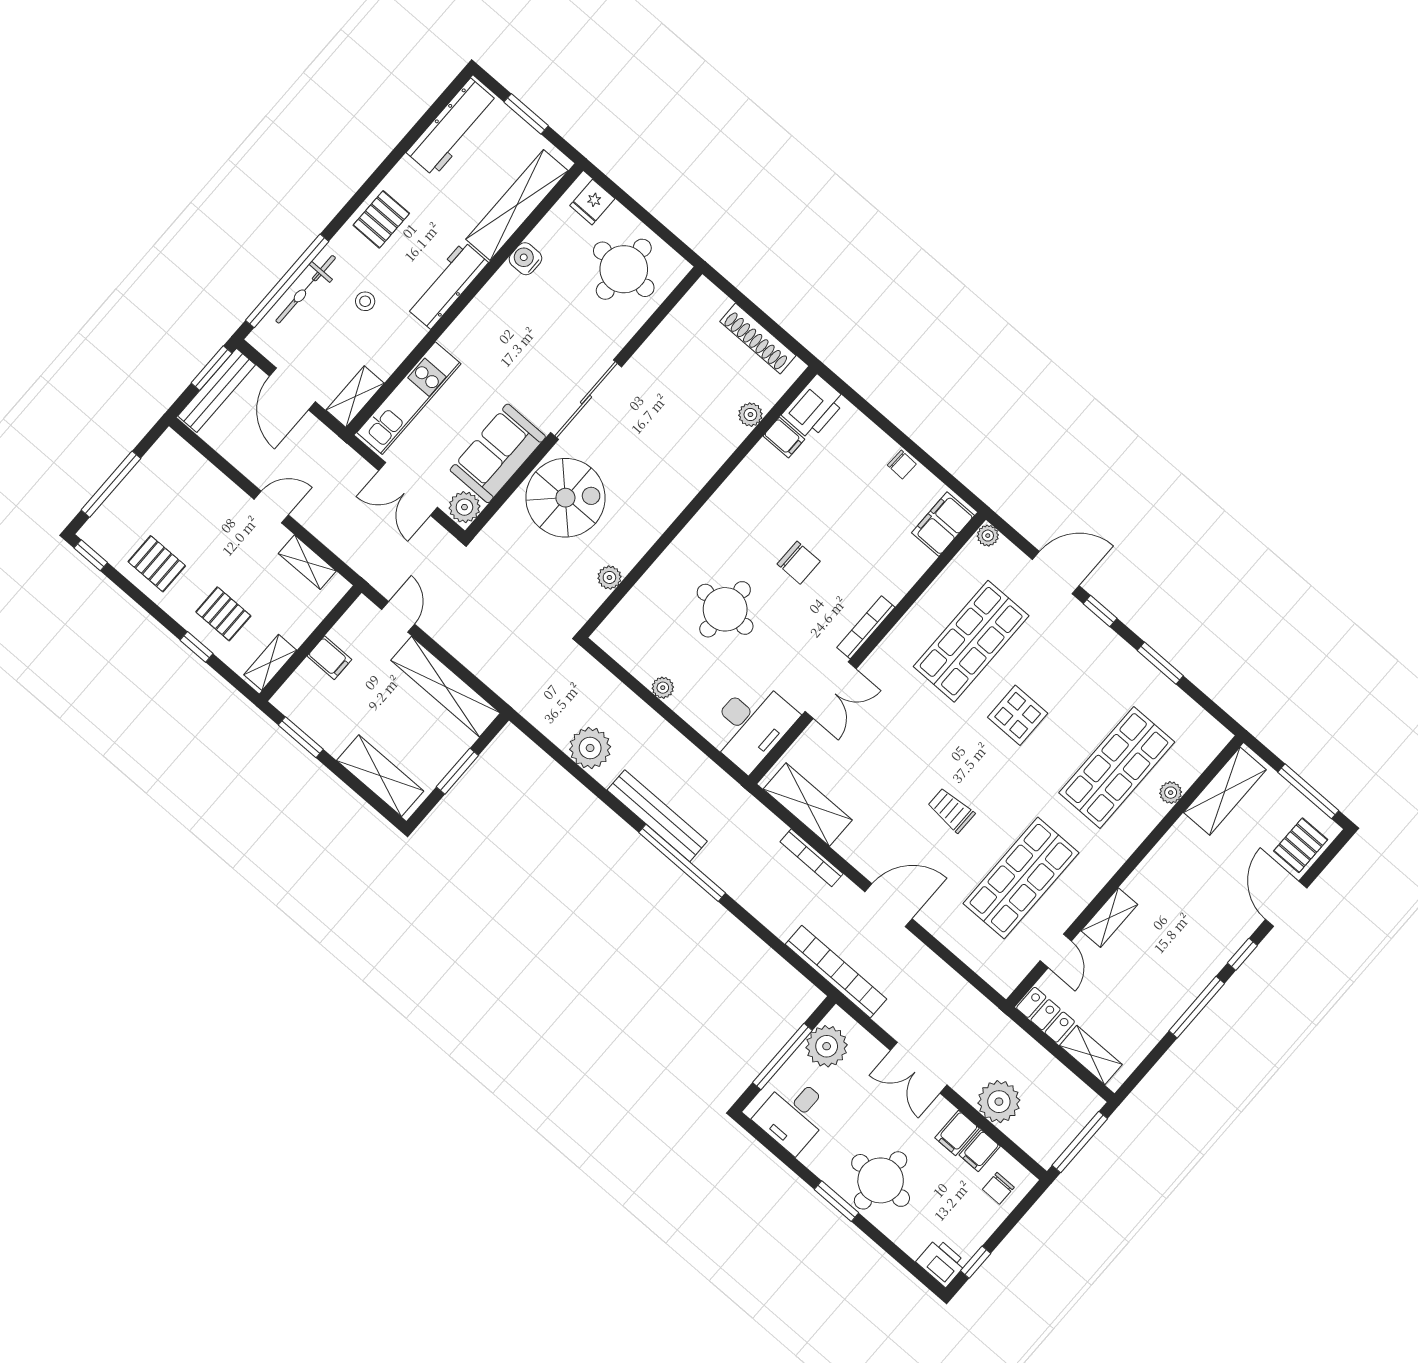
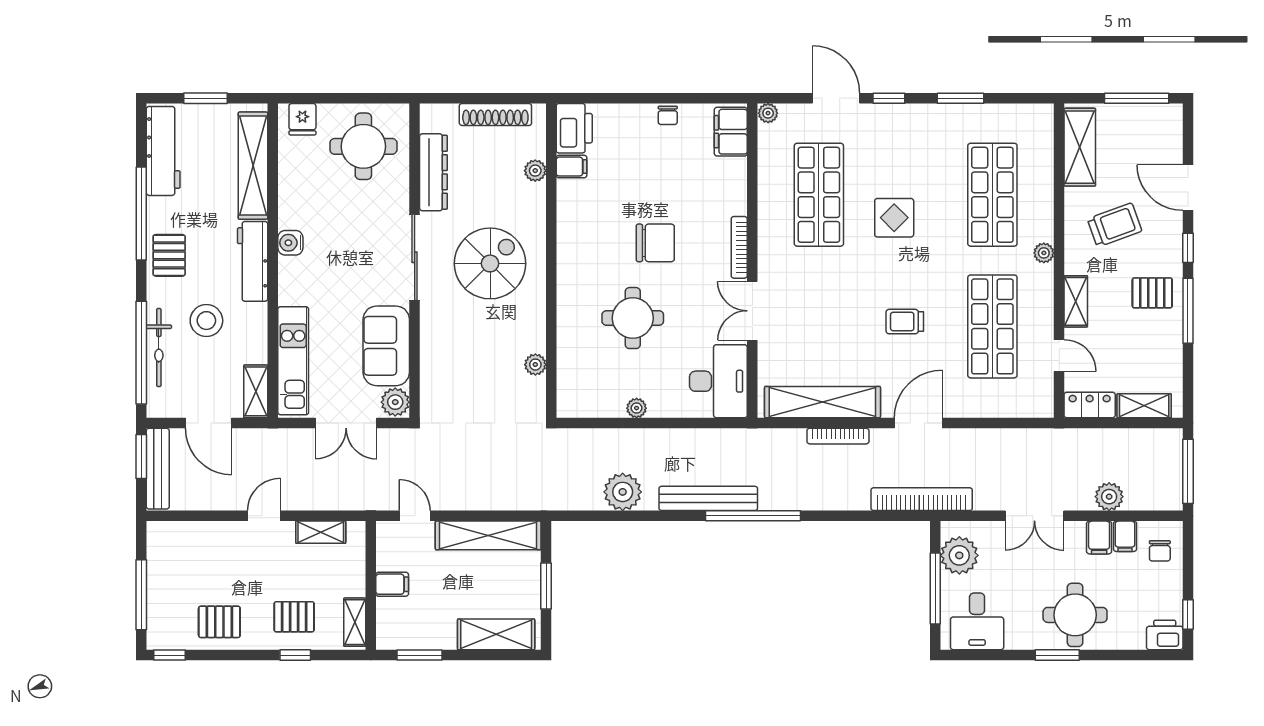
window: (388, 164) -> (141, 214), added
water cooler: (525, 259) -> (290, 243), moved
stool: (365, 301) -> (206, 321), width x1.89, depth x1.89
dresser: (664, 342) -> (433, 172), added
chair: (902, 465) -> (668, 115), turned 88
spiral stairs: (565, 498) -> (490, 263), moved
chair: (799, 563) -> (655, 243), width x1.37, depth x1.37
door: (1056, 573) -> (836, 98), hinge flipped
double door: (831, 690) -> (752, 311), swing flipped
plant: (1171, 793) -> (1044, 253), moved
shelving: (808, 805) -> (822, 402), width x1.47
pallet: (1301, 845) -> (1152, 293), moved, turned 90
trolley: (1197, 882) -> (1115, 225), added
plant: (999, 1102) -> (1109, 497), width x0.73, depth x0.73

